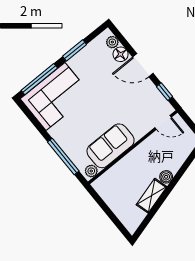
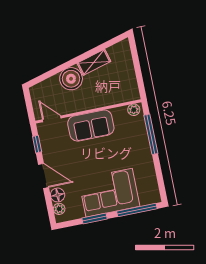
corner sofa: (55, 96) -> (109, 193), moved
sofa: (111, 146) -> (91, 126), moved
boiler: (166, 177) -> (71, 79), width x1.86, depth x1.86

